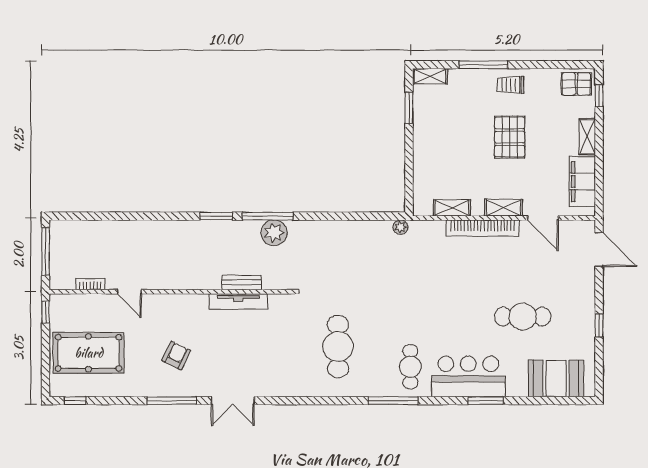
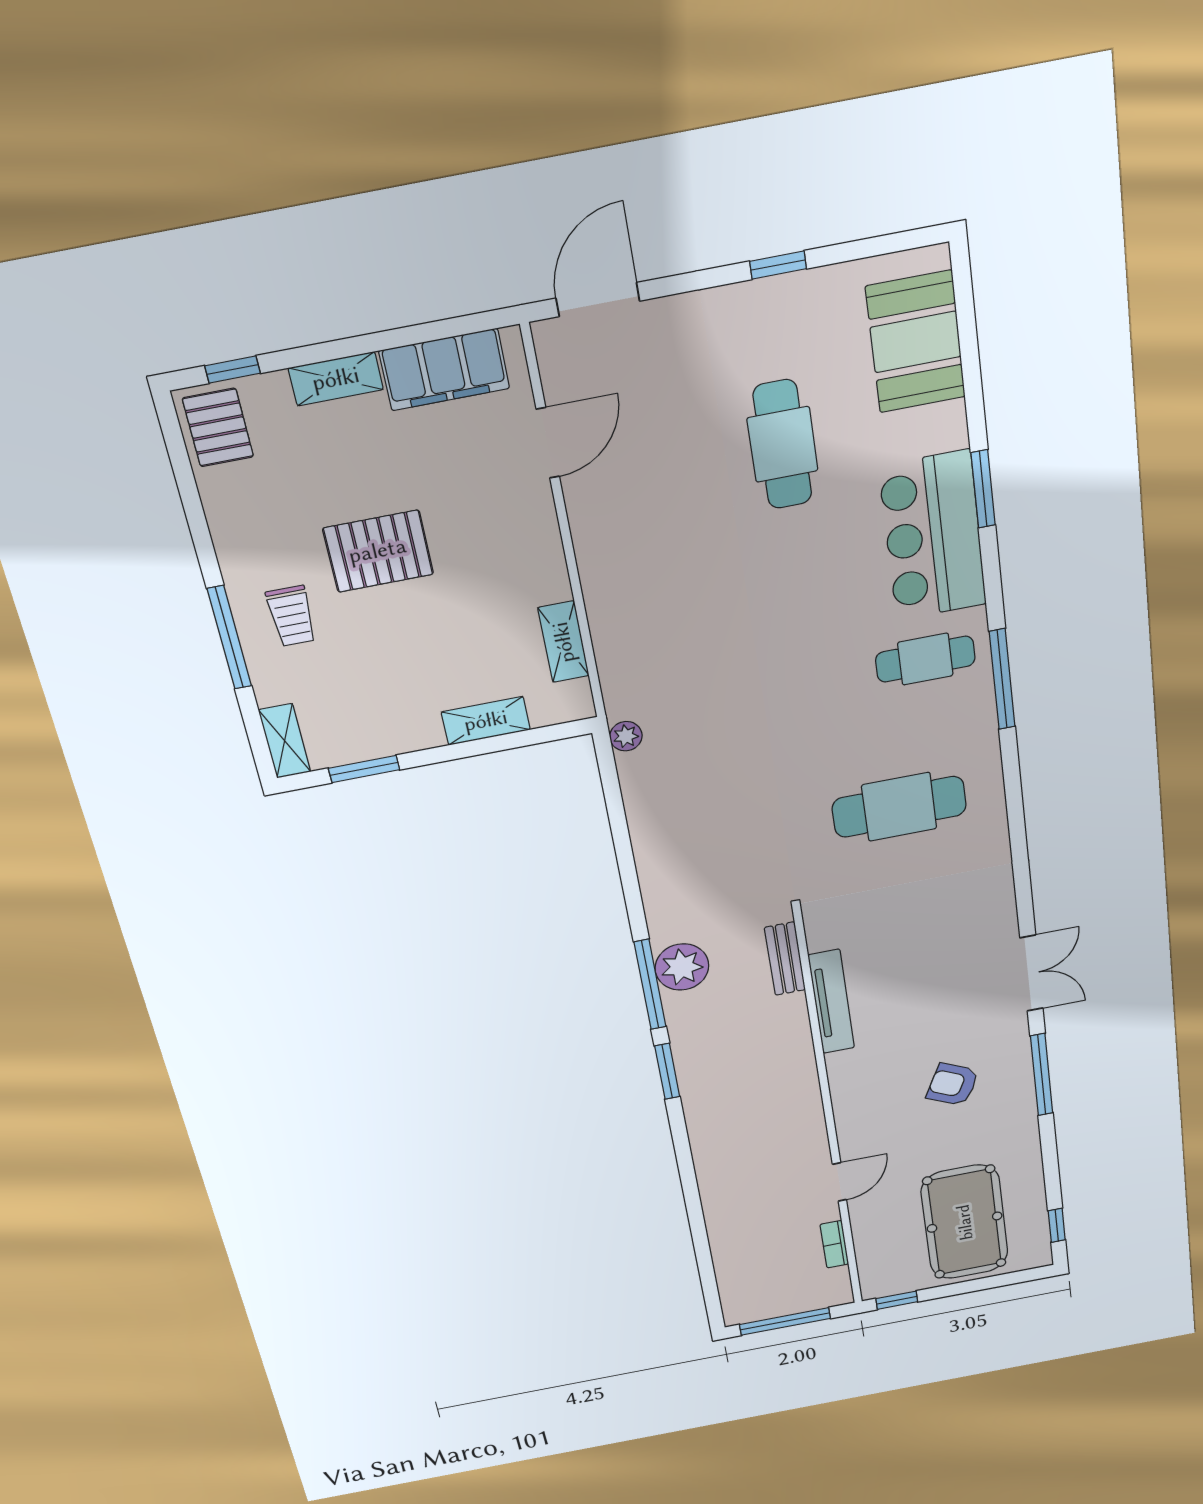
trolley: (510, 85) -> (292, 616), moved
shelving: (504, 208) -> (486, 721), moved, turned 90
bookcase: (482, 228) -> (596, 570), removed
bench: (242, 282) -> (785, 959), moved

